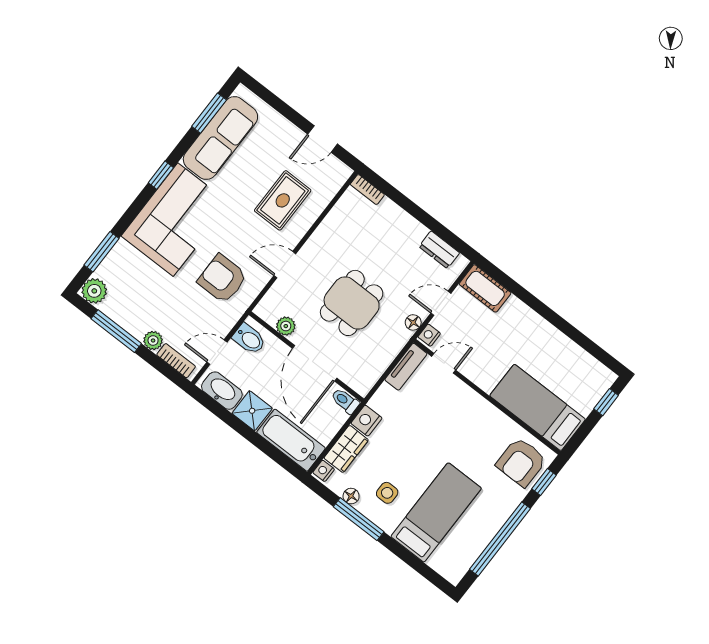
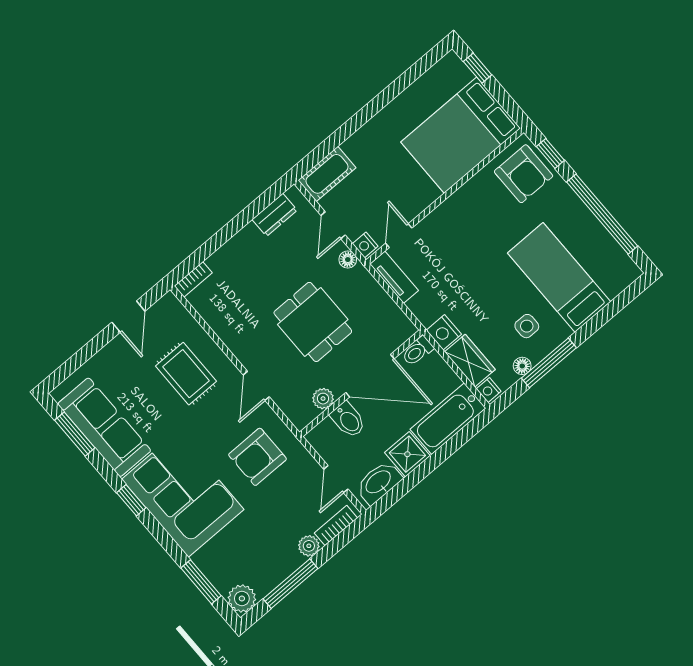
bidet: (249, 339) -> (348, 420), moved, turned 90
bed: (538, 407) -> (461, 135), width x1.50

